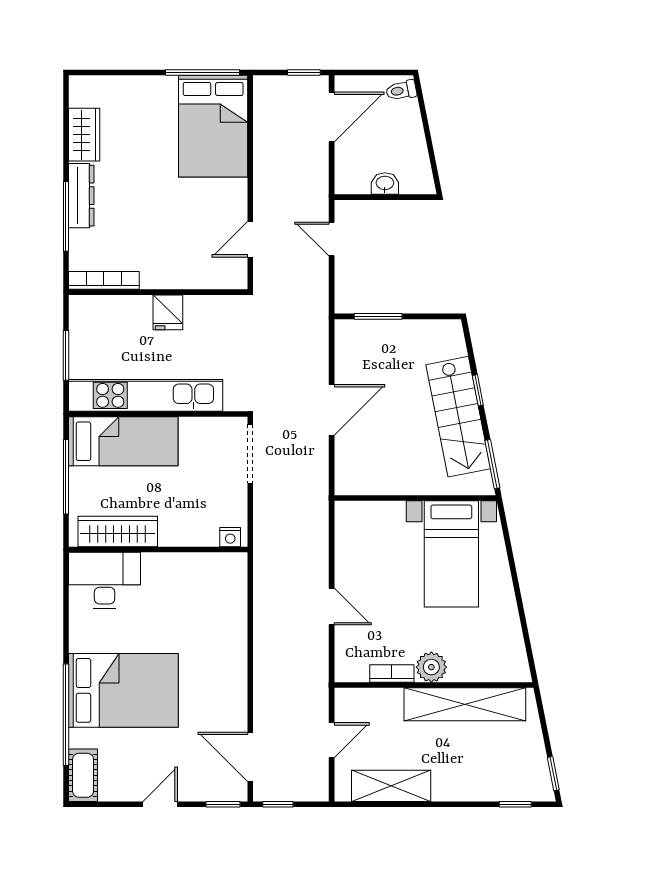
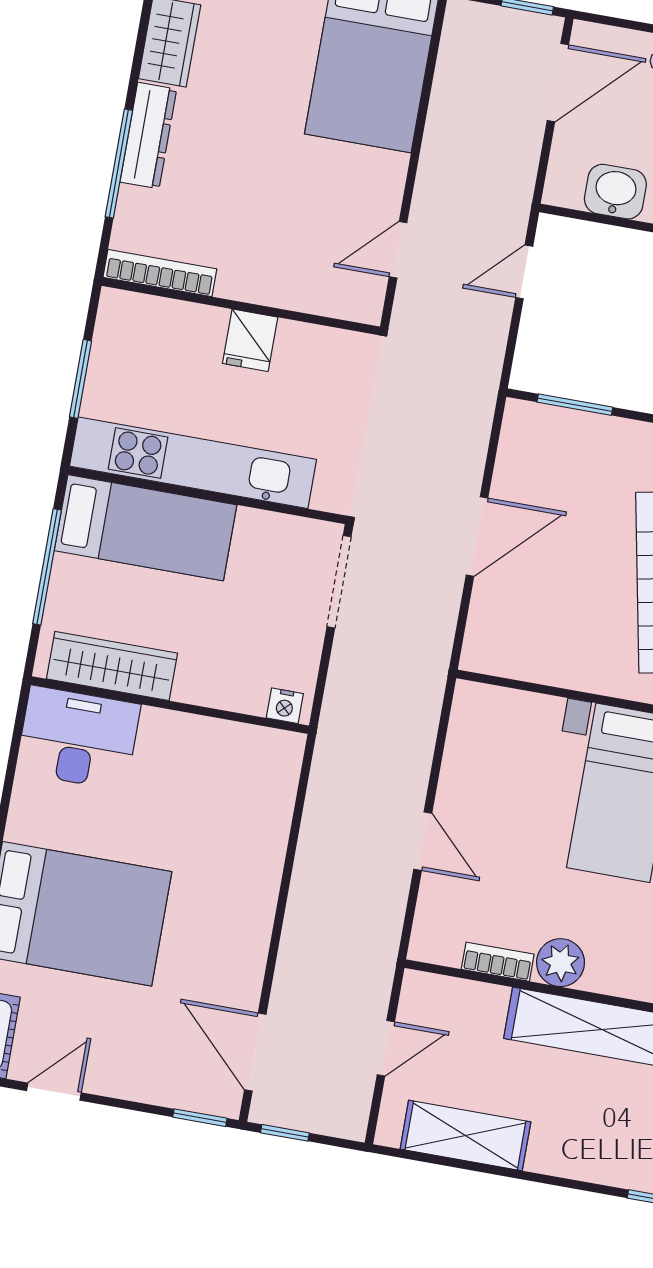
washbasin: (385, 184) -> (615, 192), width x1.38, depth x1.45
door: (332, 239) -> (524, 272), hinge flipped
door: (160, 804) -> (54, 1092), moved

